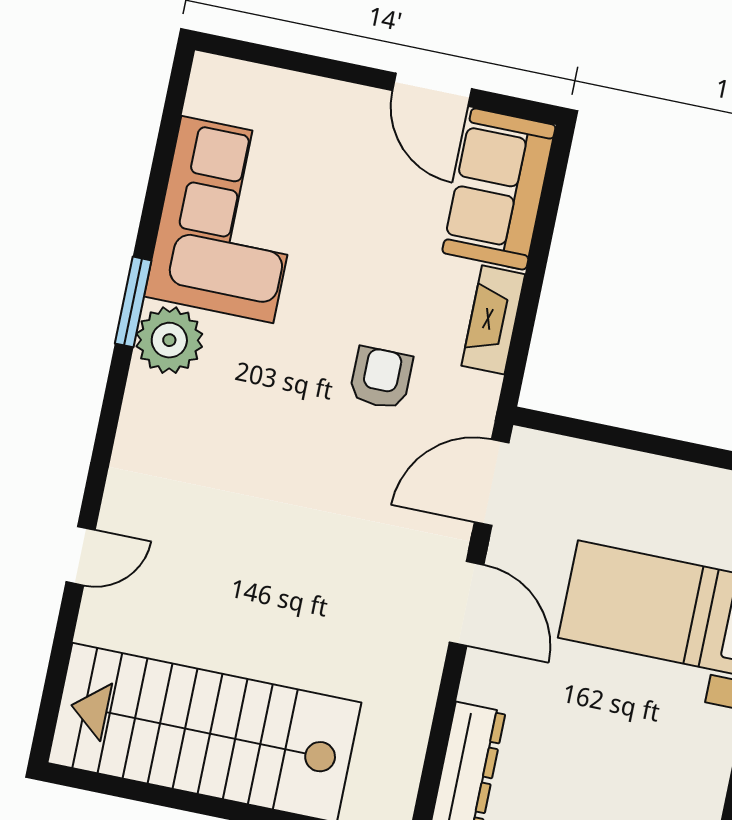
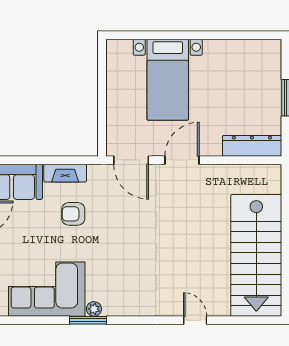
plant: (169, 340) -> (94, 309), width x0.53, depth x0.53
armchair: (381, 378) -> (73, 214), moved

